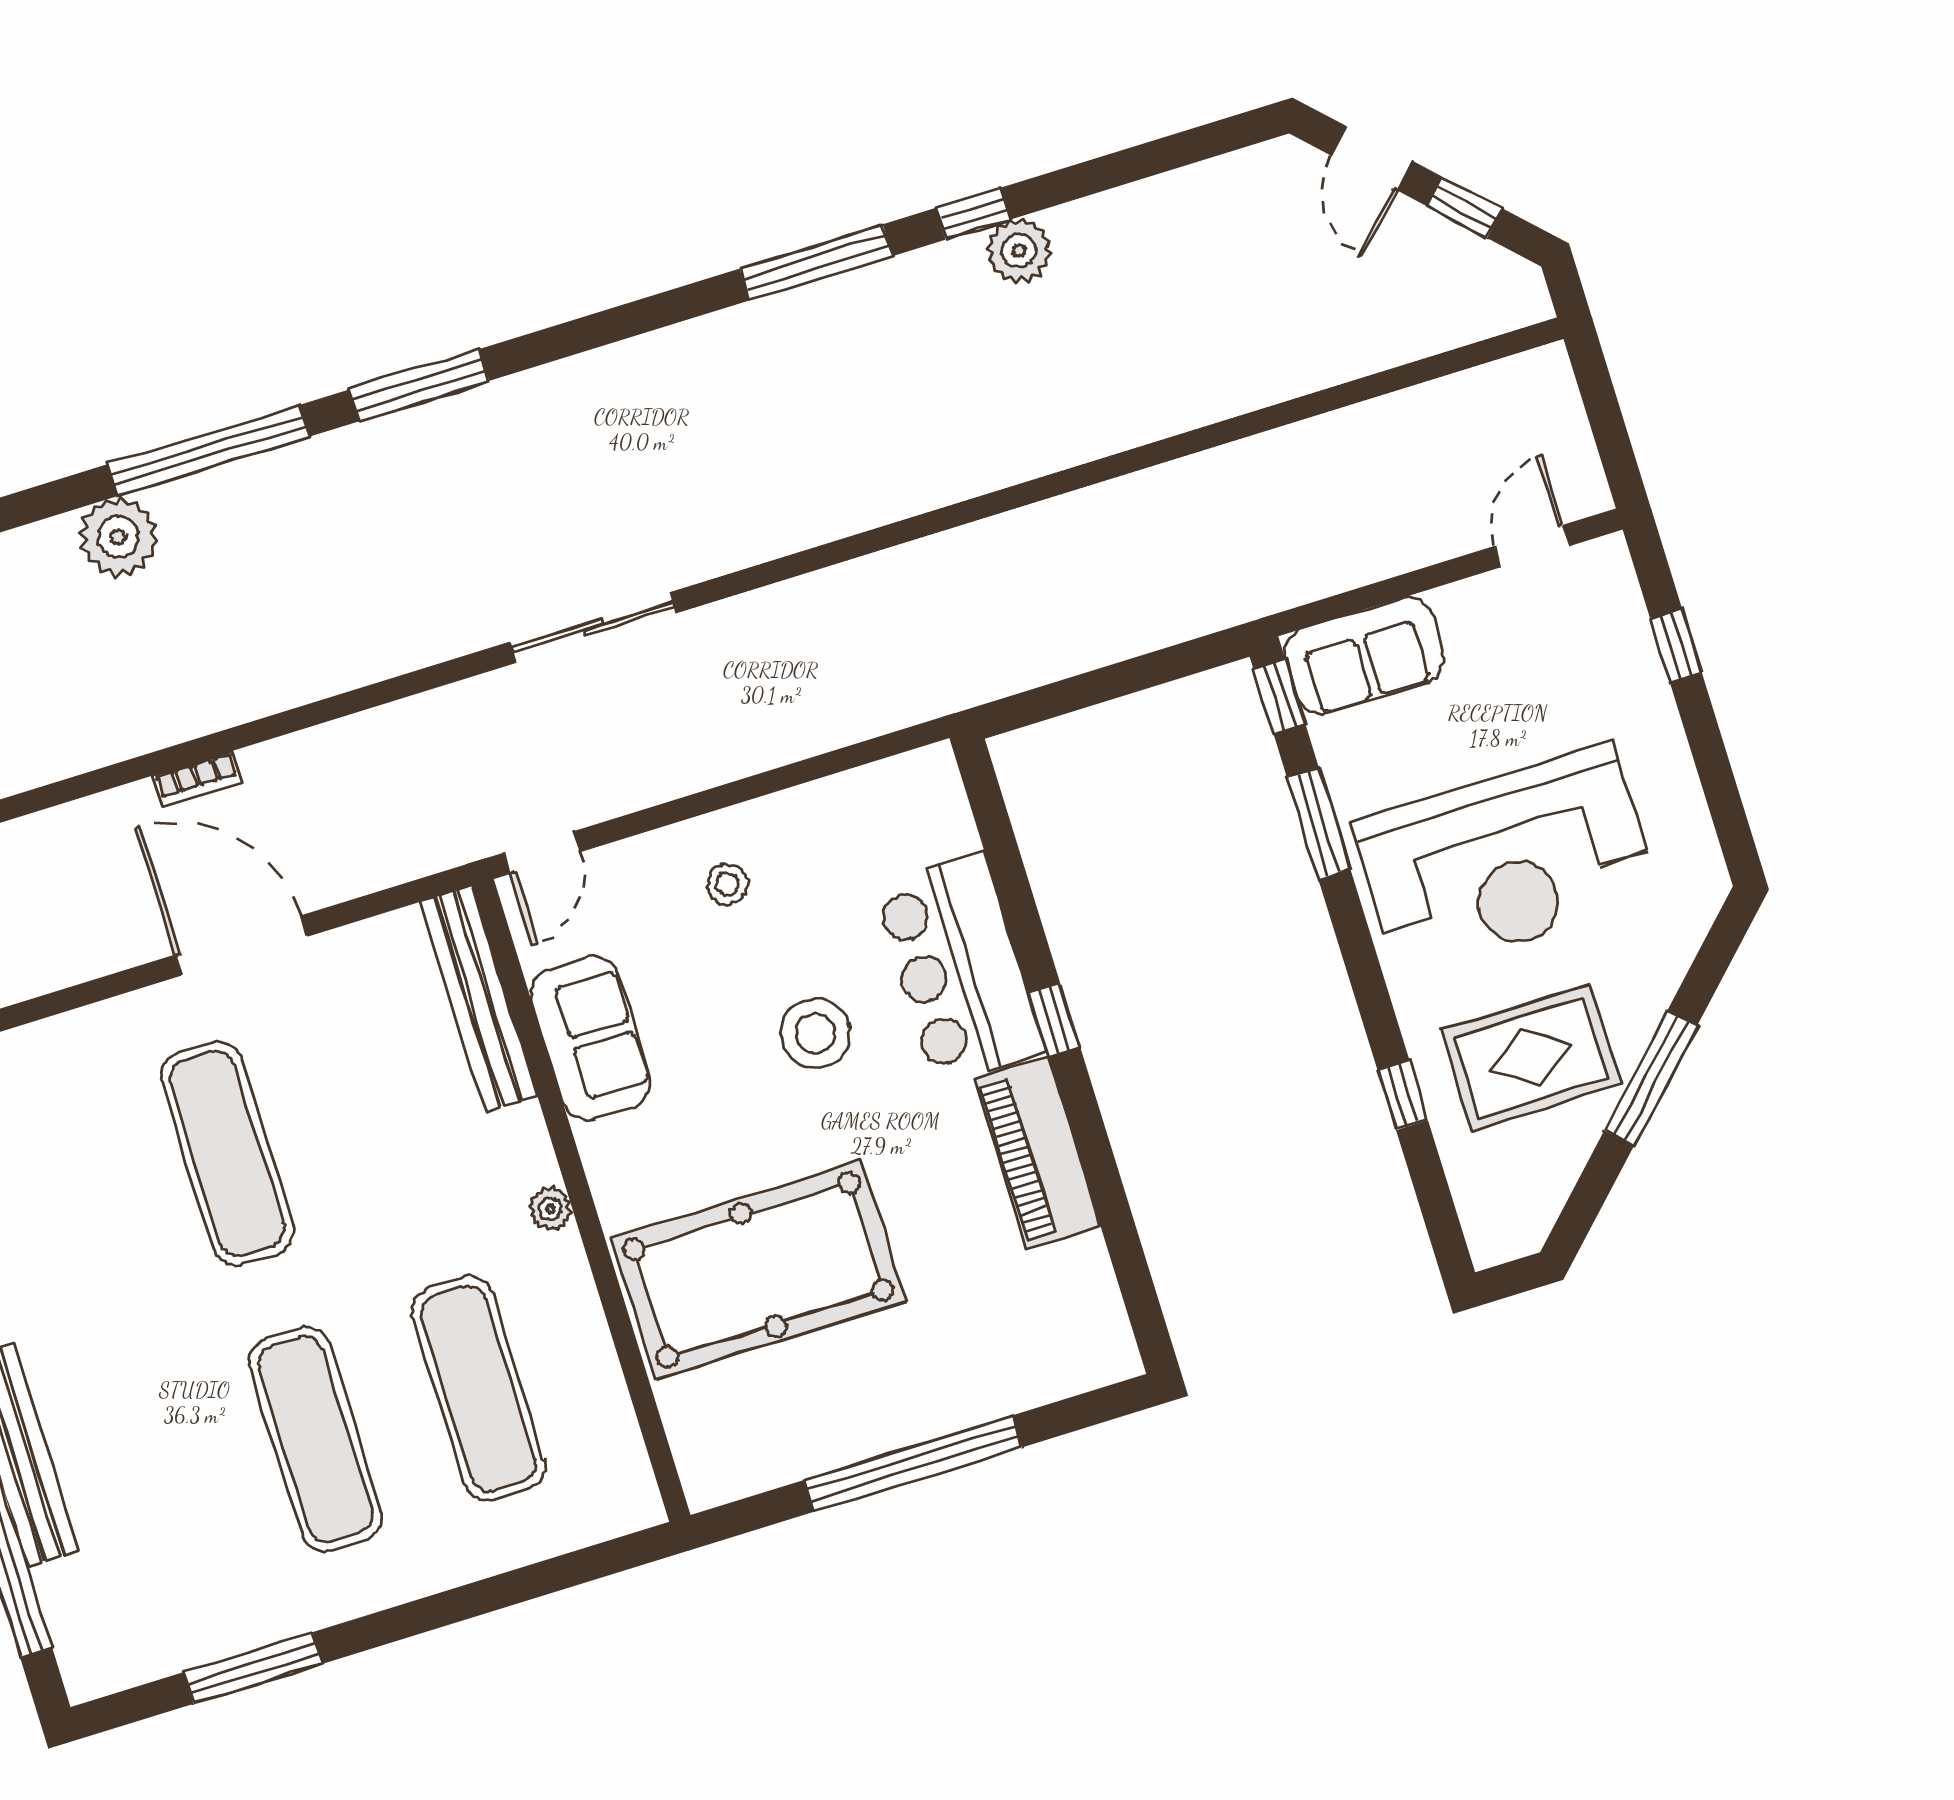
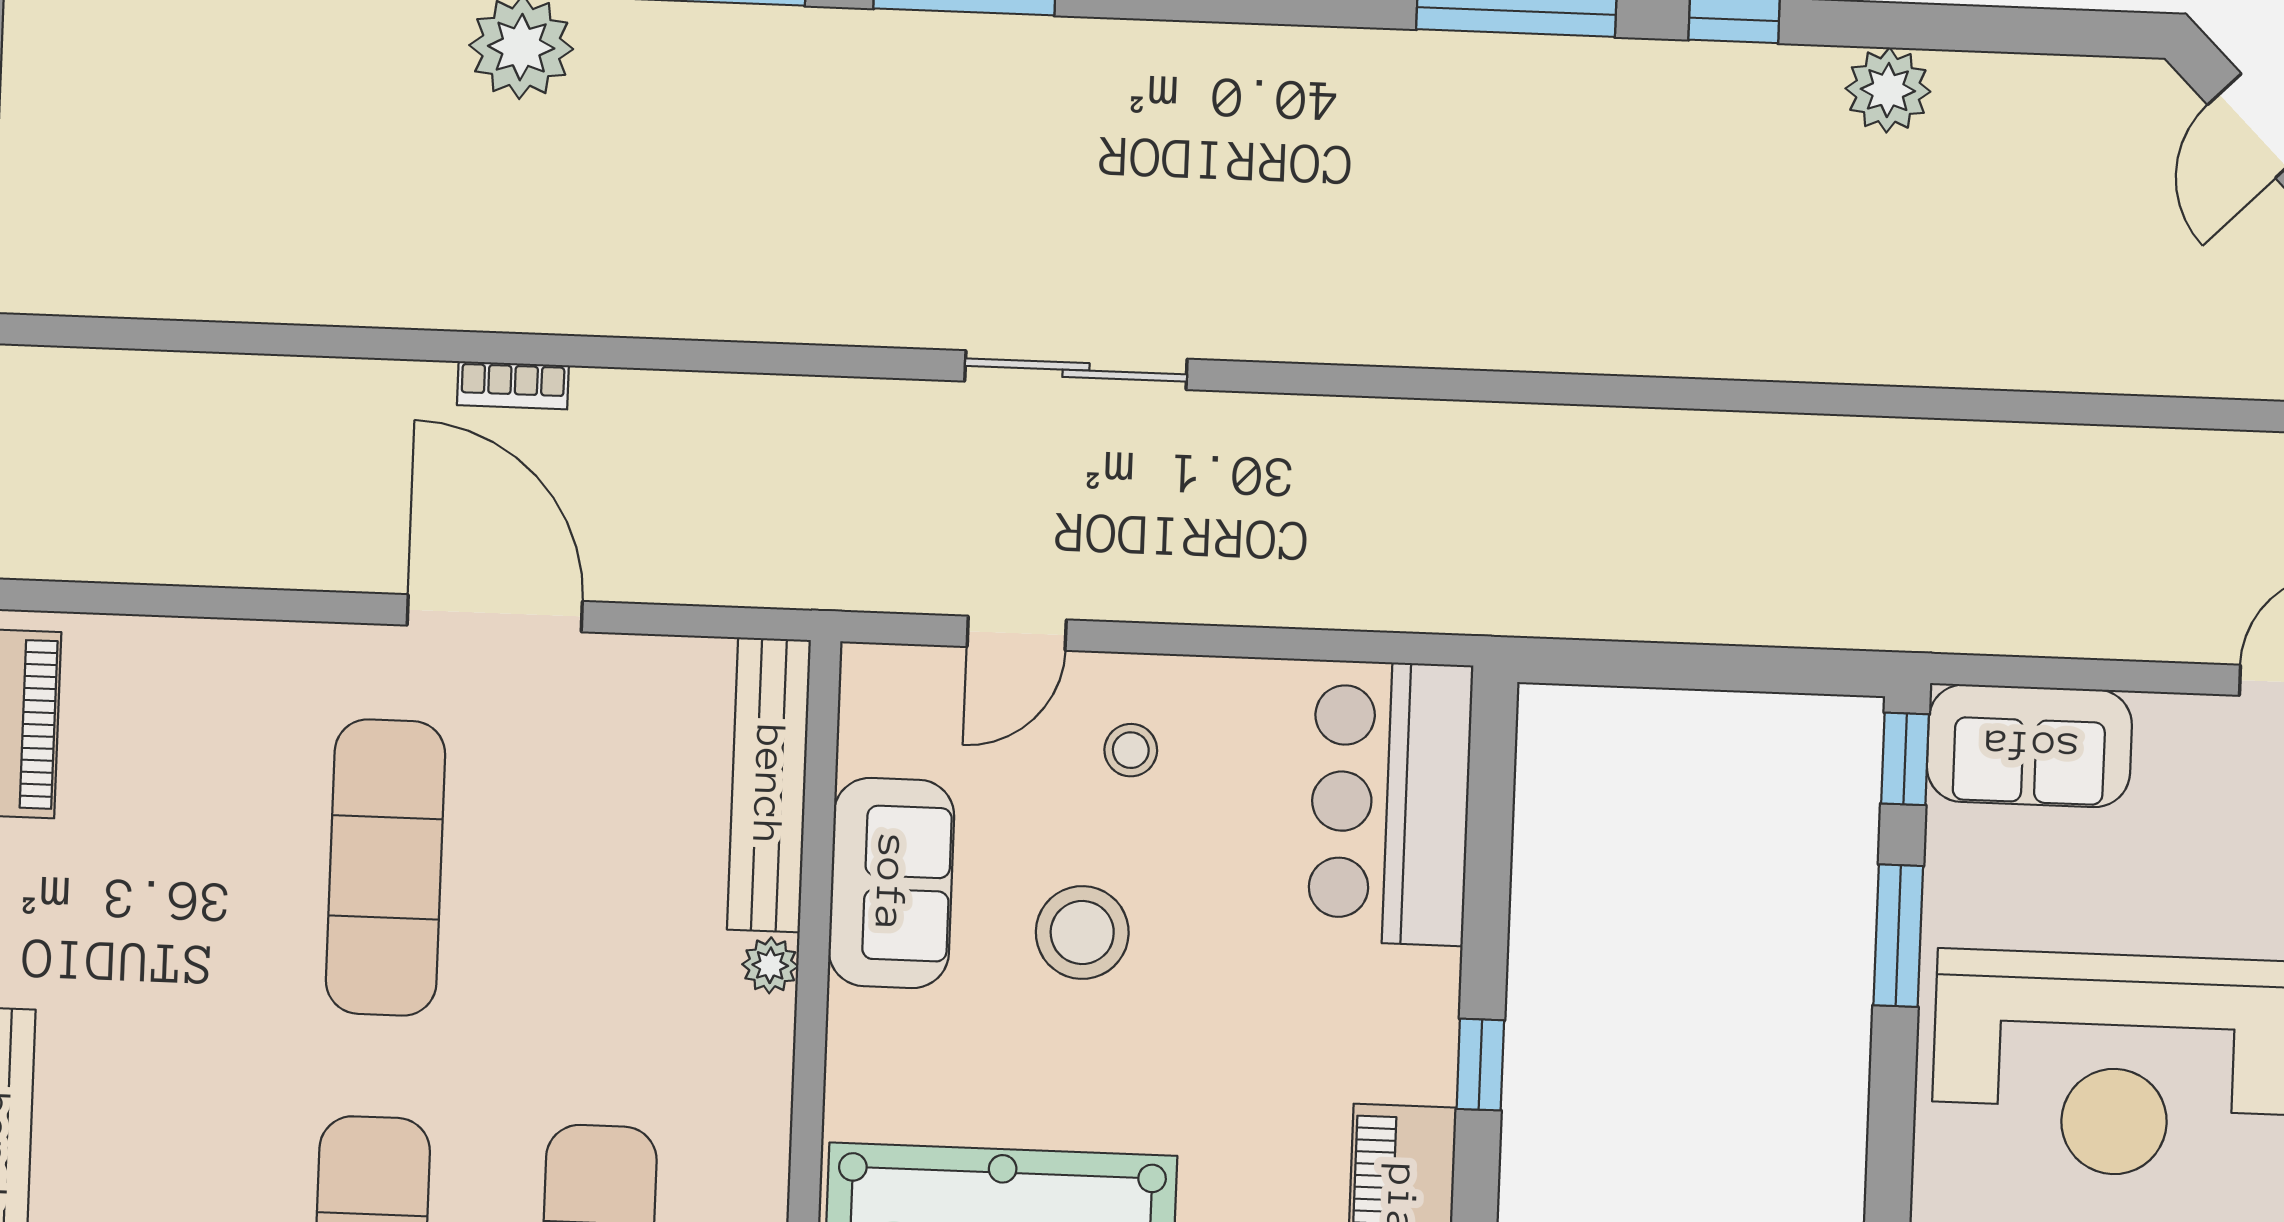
plant: (1019, 251) -> (1888, 90), moved
door: (542, 852) -> (1017, 633), moved
bar counter: (959, 968) -> (1390, 803), moved
stool: (815, 1033) -> (1082, 932), moved
plant: (550, 1209) -> (770, 965), moved

